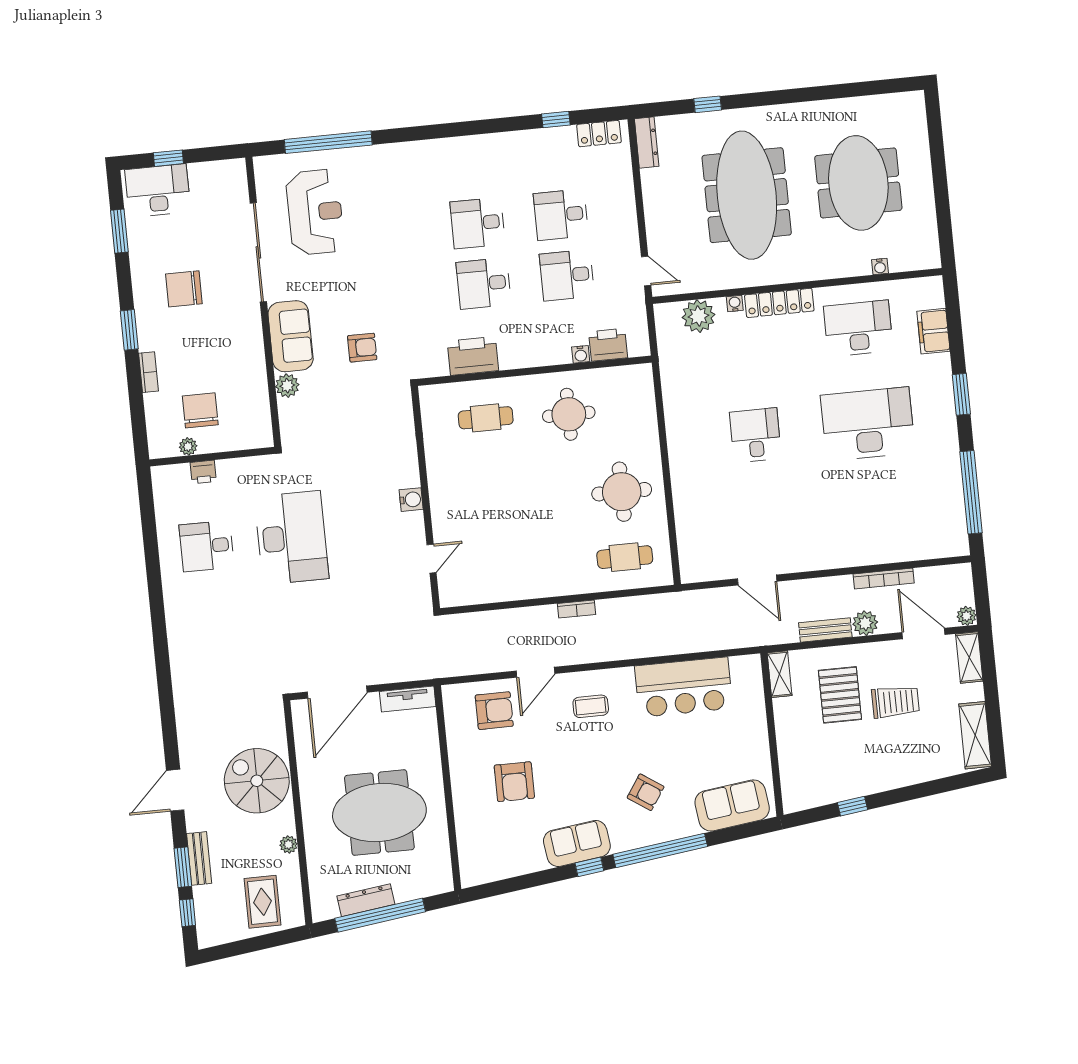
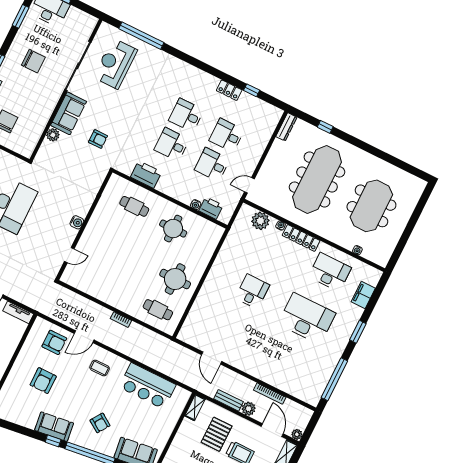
locker: (599, 134) -> (229, 90), moved
reception desk: (315, 212) -> (115, 64), turned 180
door: (646, 271) -> (249, 185), swing flipped
chair: (184, 289) -> (33, 61), turned 180

